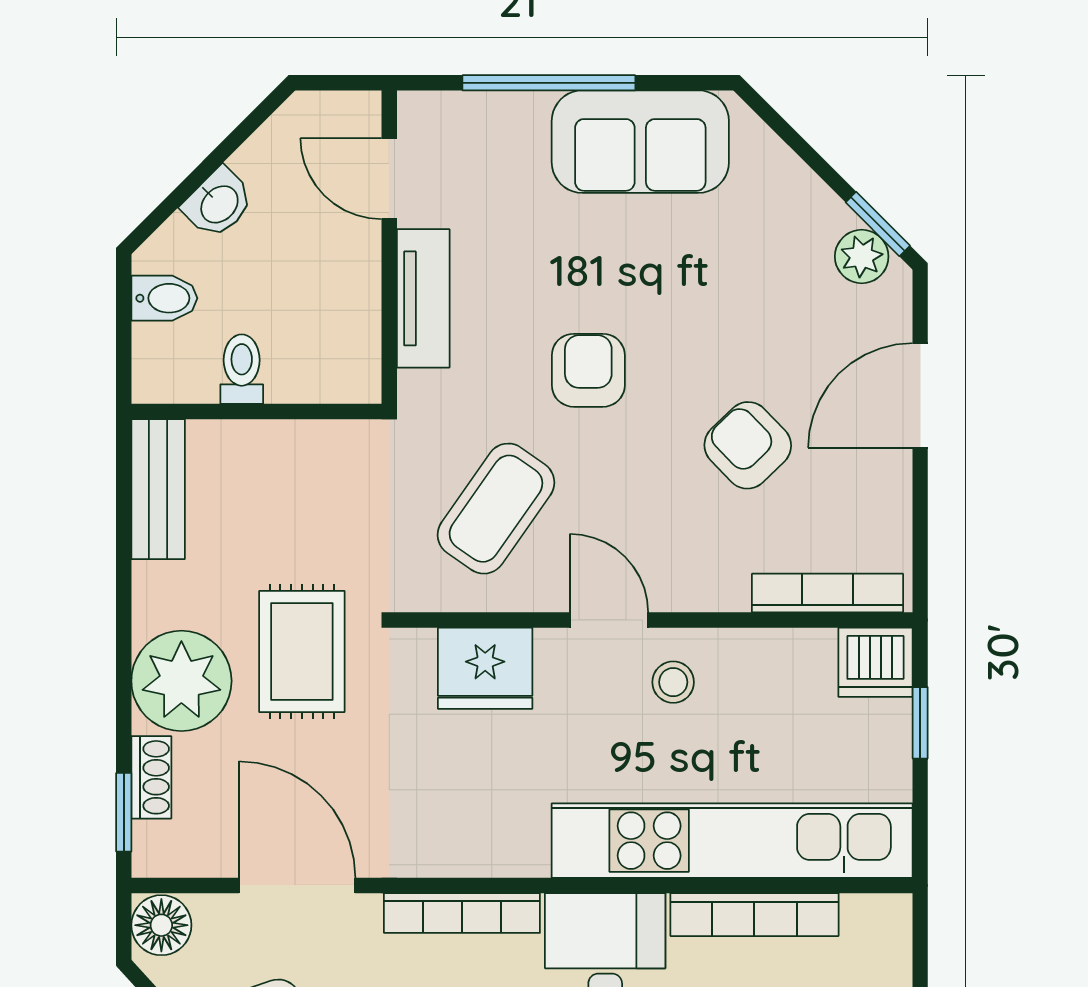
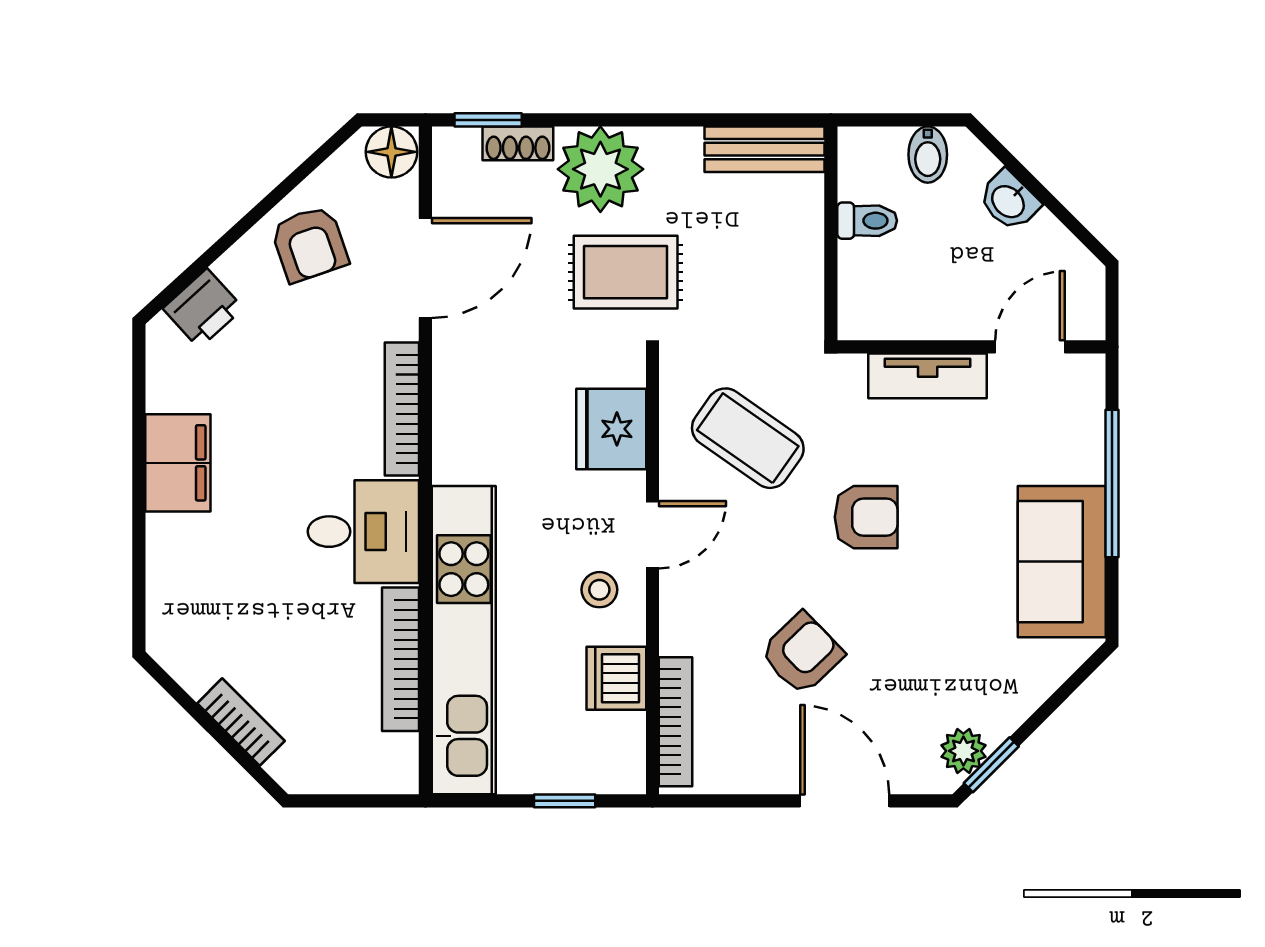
dishwasher: (875, 662) -> (616, 678), moved

